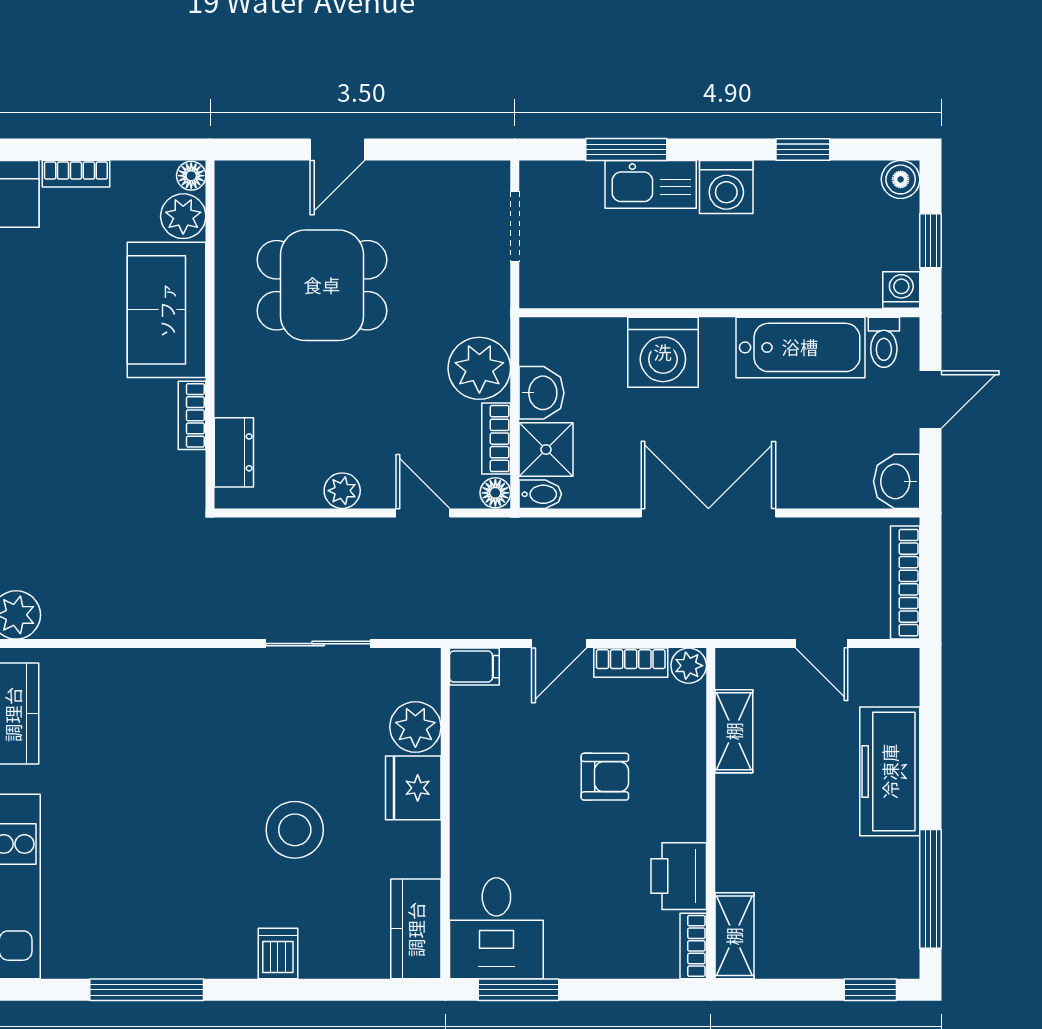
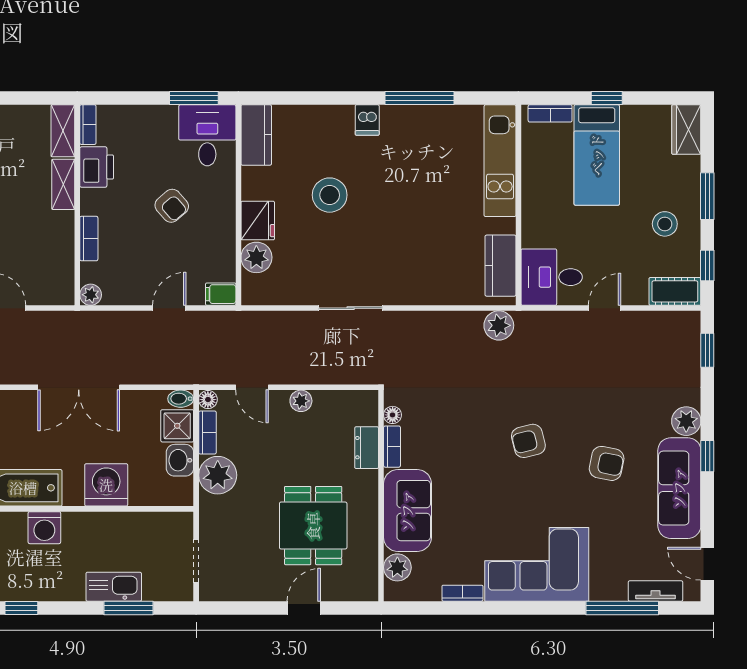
floor lamp: (191, 176) -> (393, 415), moved
washing machine: (726, 187) -> (44, 528), moved, turned 180
dining table: (322, 285) -> (313, 526), turned 90
dresser: (234, 452) -> (367, 448), moved
sliding door: (318, 644) -> (351, 308), moved
bookcase: (631, 663) -> (89, 239), moved, turned 90
shelving: (734, 731) -> (63, 184), moved
armchair: (605, 777) -> (172, 206), moved, turned -131
dishwasher: (278, 953) -> (367, 120), moved

